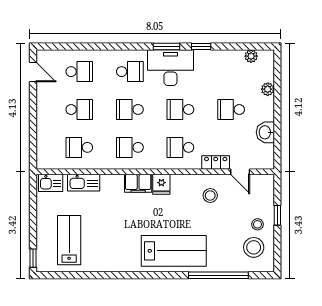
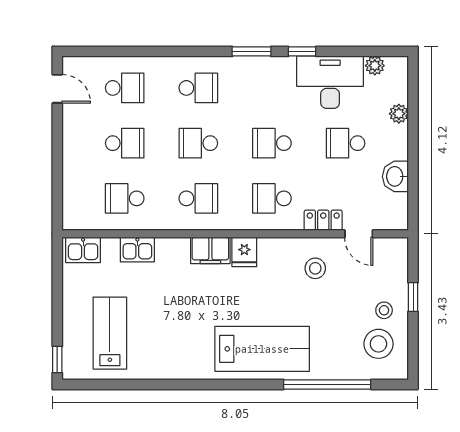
desk: (170, 68) -> (330, 82), moved
school desk: (130, 147) -> (198, 198), turned 180
kitchen sink: (84, 183) -> (137, 250), width x0.73

